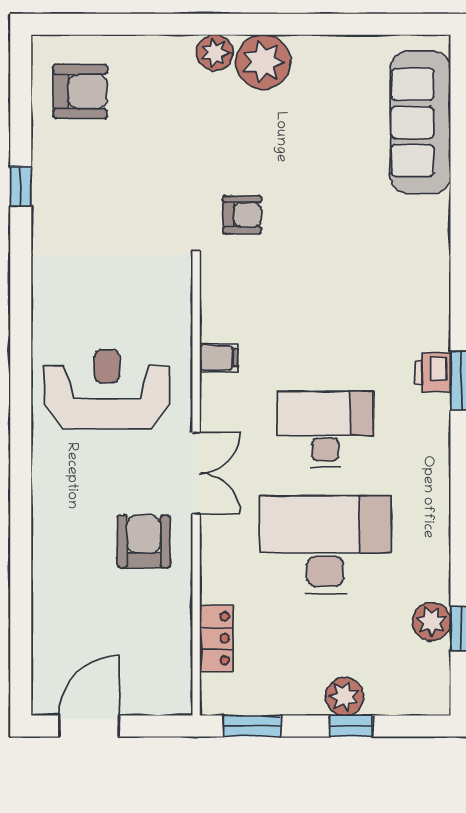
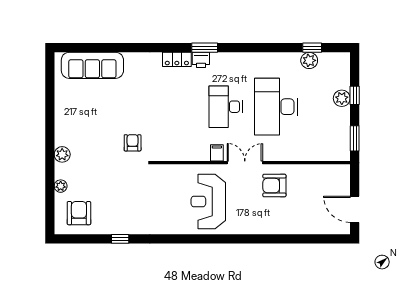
plant: (263, 62) -> (61, 186), moved, width x0.53, depth x0.53
filing cabinet: (219, 358) -> (217, 153), moved
locker: (216, 638) -> (177, 59), moved, turned 180

